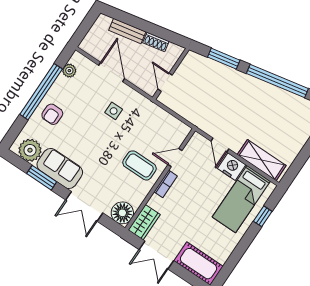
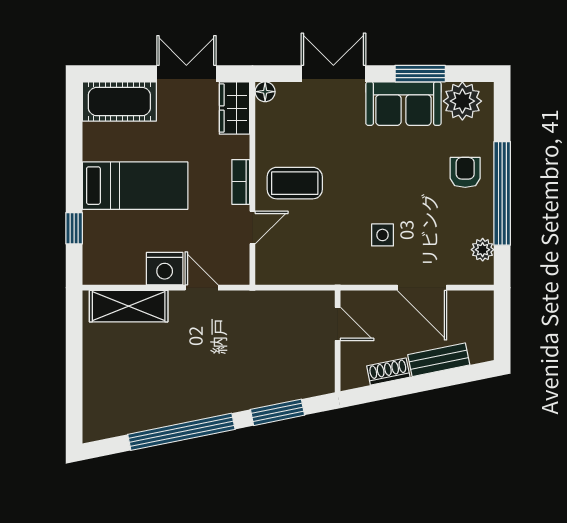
bed: (241, 199) -> (135, 186), moved, turned 90
floor lamp: (122, 213) -> (265, 92), width x0.53, depth x0.53

